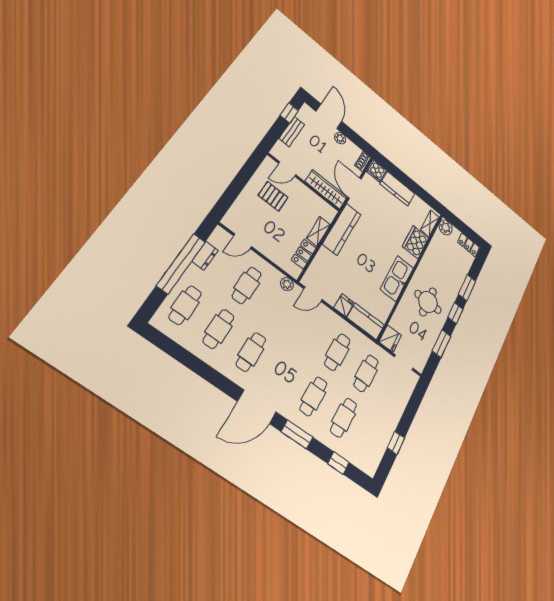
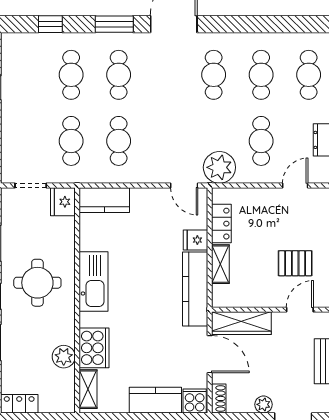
plant: (446, 227) -> (64, 357), moved
plant: (287, 284) -> (219, 167), width x1.88, depth x1.88
door: (313, 294) -> (184, 185), swing flipped
fridge: (344, 305) -> (195, 240), moved, turned 90

